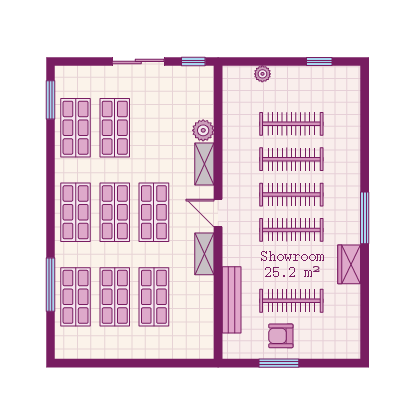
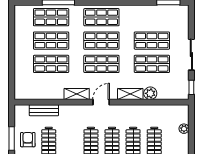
shop shelf: (76, 128) -> (152, 64), moved
bench: (232, 300) -> (44, 110), width x0.73

